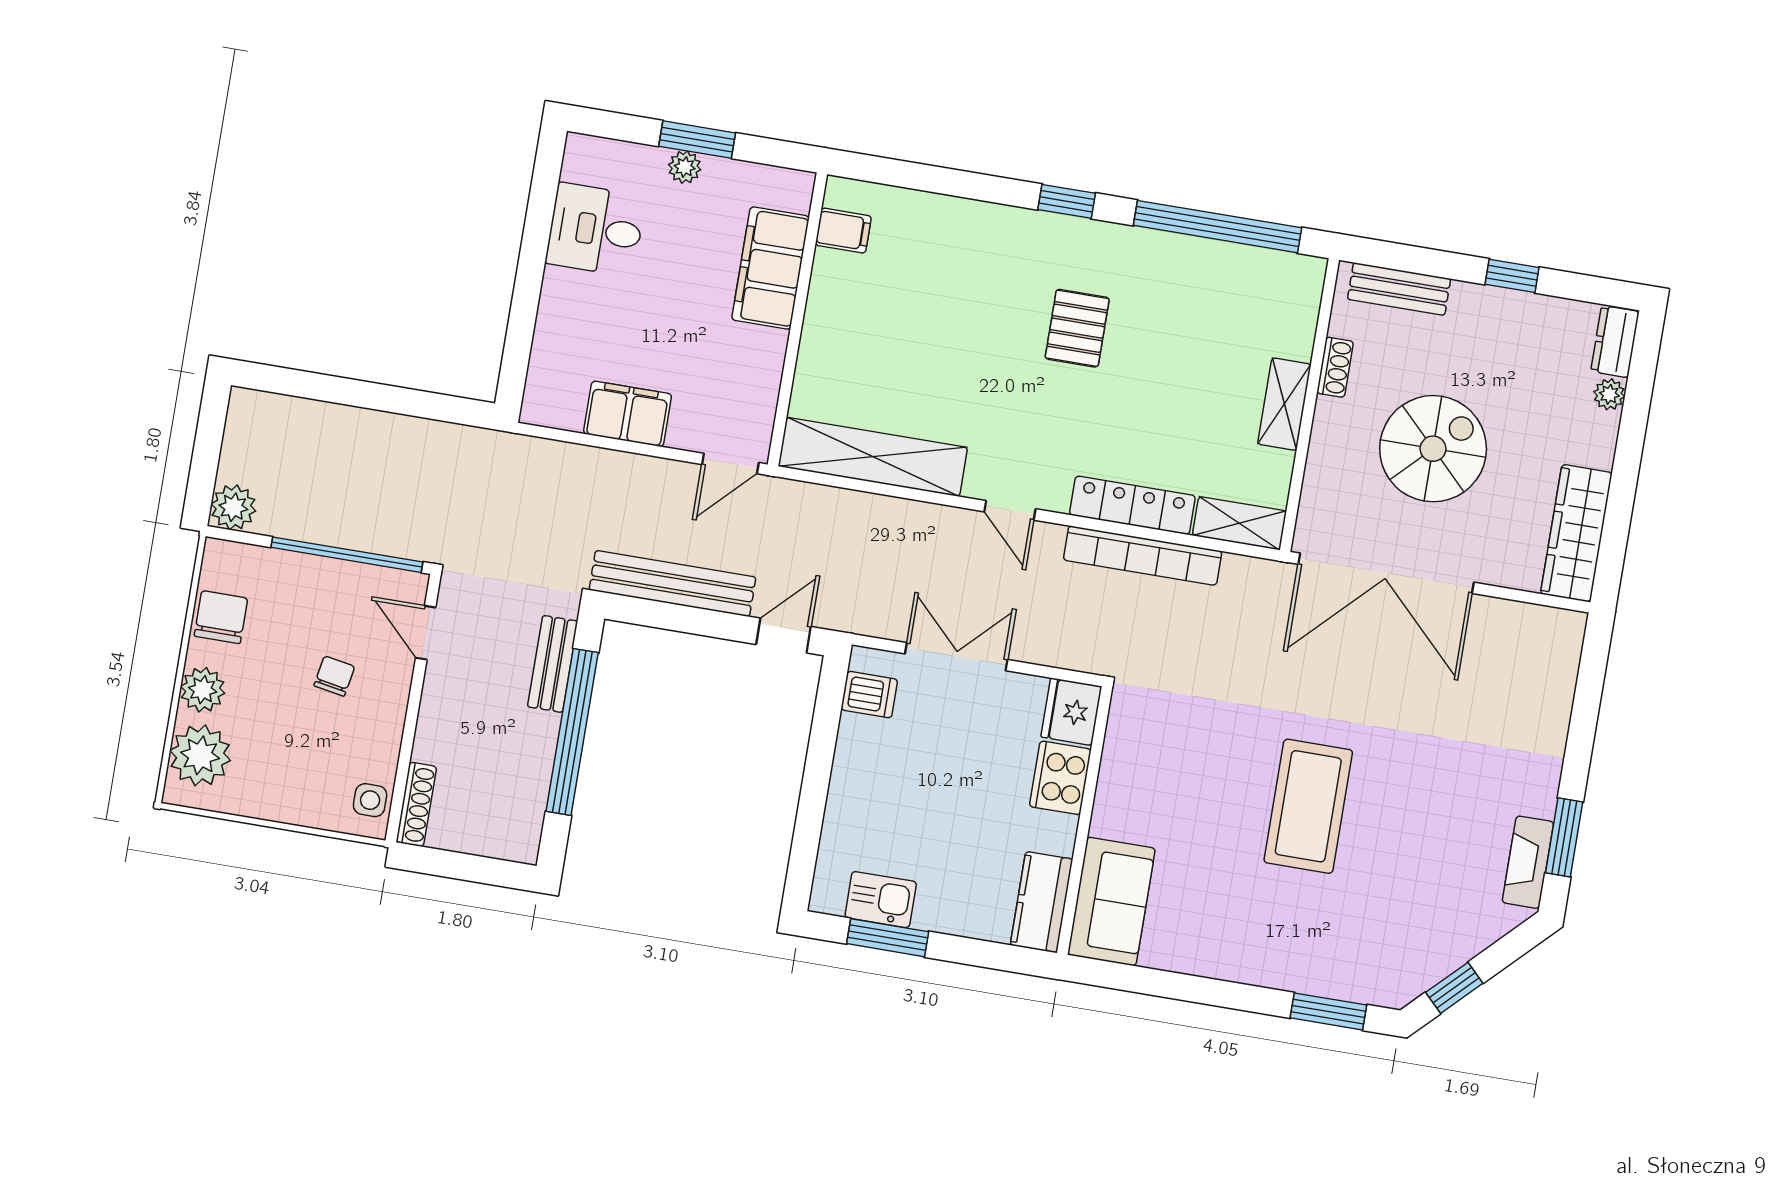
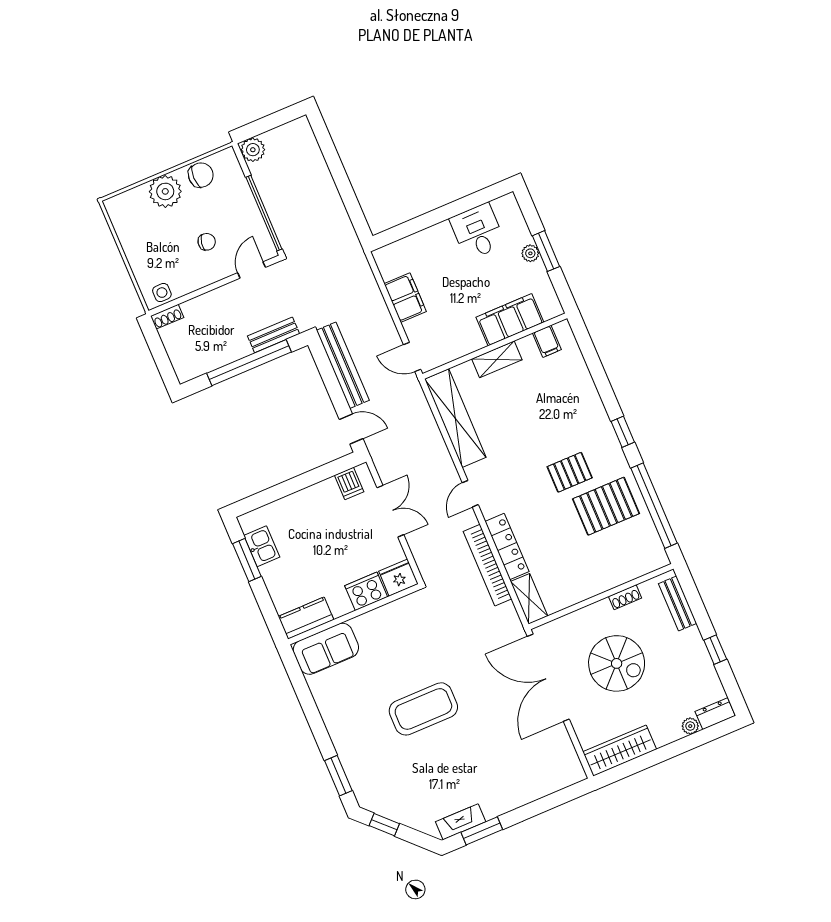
pallet: (1169, 305) -> (606, 506), added
shelving: (1284, 404) -> (497, 359), moved
plant: (203, 690) -> (165, 191), width x1.36, depth x1.36
plant: (200, 755) -> (134, 205), removed
shoe rack: (416, 804) -> (167, 317), width x0.70

